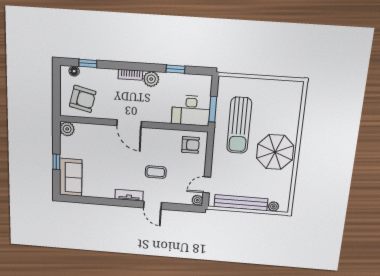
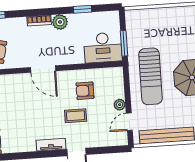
sun lounger: (239, 125) -> (151, 76), moved
armchair: (190, 145) -> (85, 91), moved, turned 180
plant: (197, 200) -> (120, 105), moved

